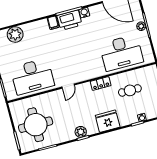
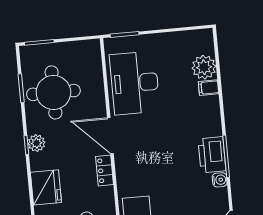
filing cabinet: (53, 23) -> (209, 88), moved
locker: (101, 84) -> (104, 170), moved
door: (68, 86) -> (110, 136), width x1.87
round table: (36, 125) -> (53, 92), moved

